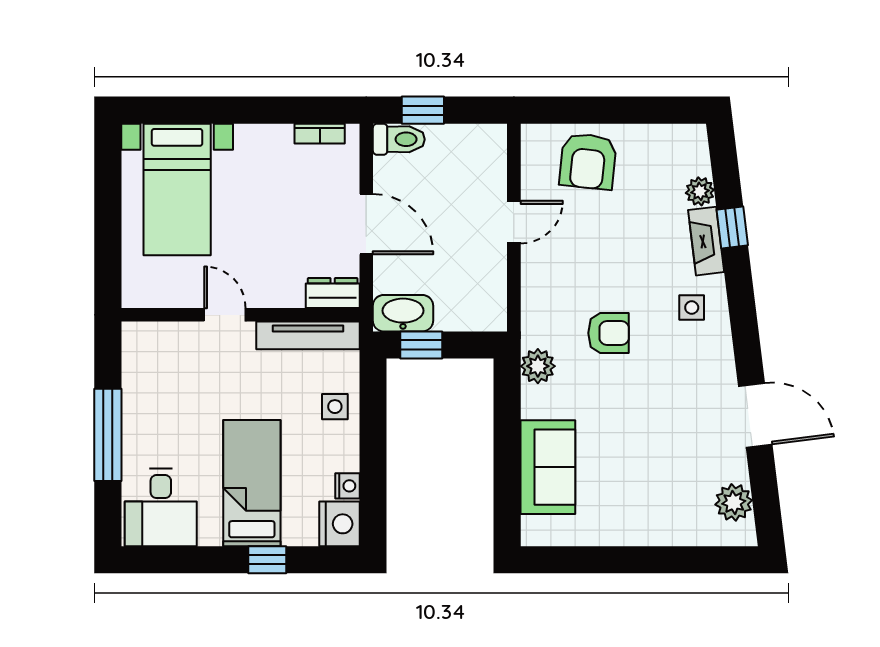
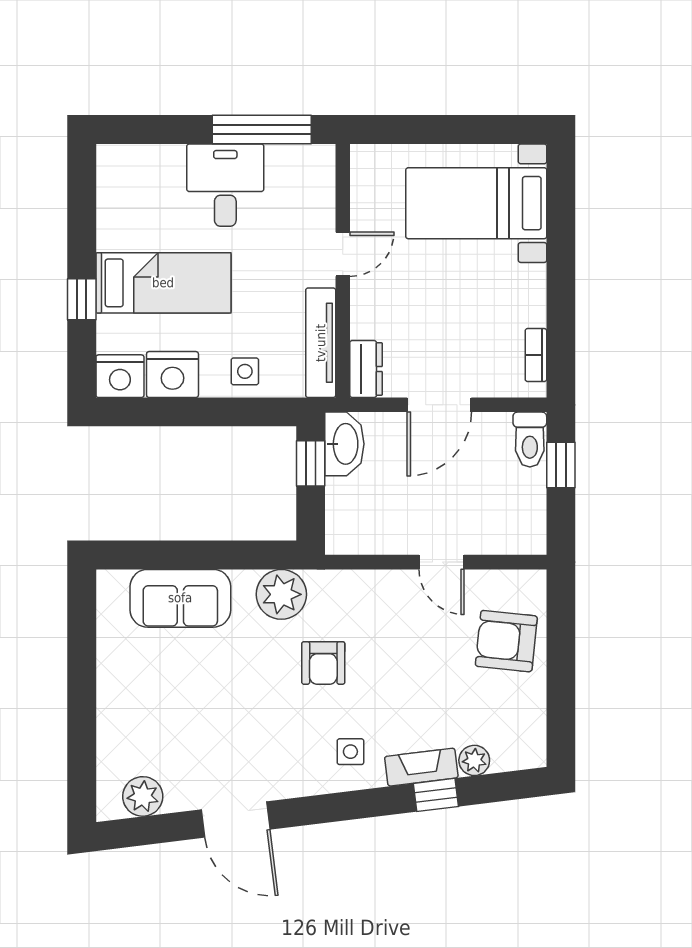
plant: (538, 366) -> (281, 594), width x1.36, depth x1.36
door: (755, 415) -> (236, 819), hinge flipped
window: (108, 435) -> (262, 129), moved
nightstand: (347, 486) -> (172, 375), width x1.89, depth x1.79
desk: (161, 507) -> (225, 185), moved, turned 90

